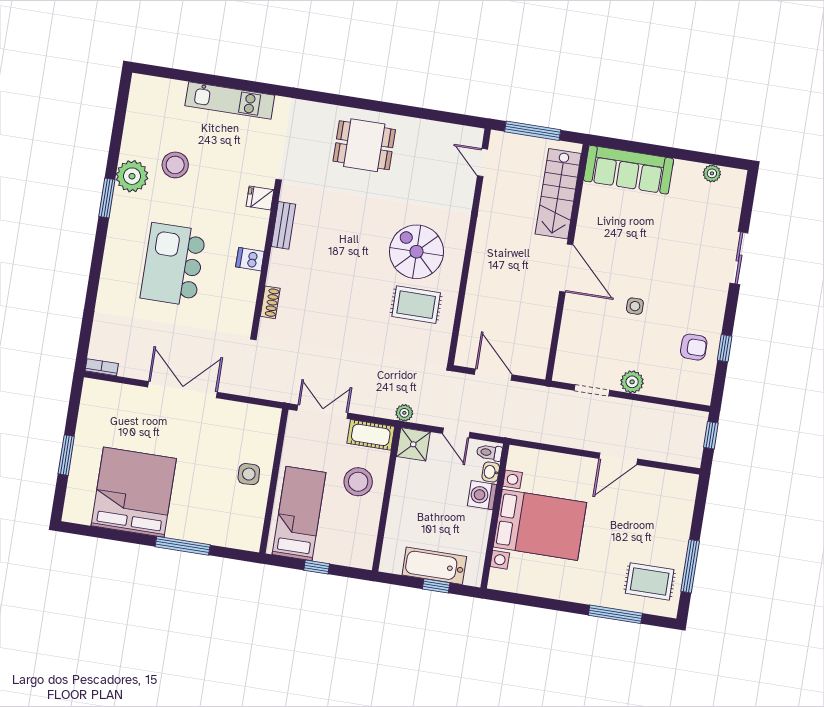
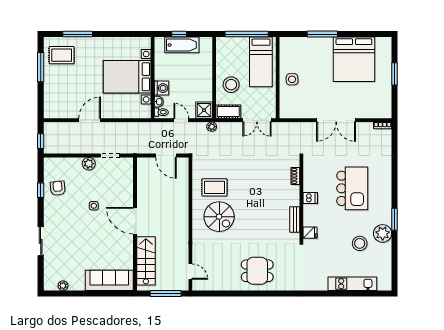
kitchen unit: (230, 101) -> (352, 284), moved
armchair: (694, 347) -> (58, 188), turned 84
window: (317, 567) -> (247, 34), width x3.17

